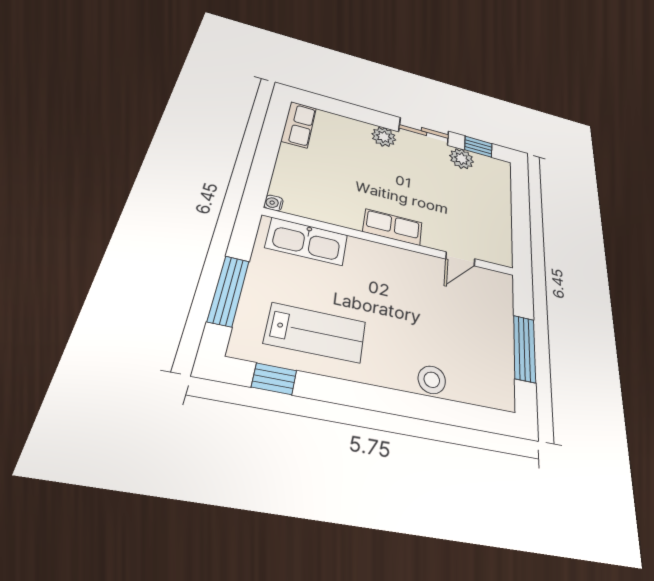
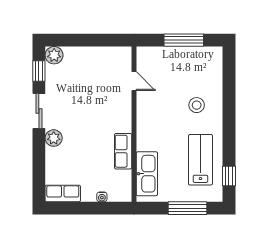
plant: (462, 159) -> (54, 55), moved
water cooler: (274, 203) -> (102, 197), moved
row of seats: (393, 227) -> (123, 151), moved
stool: (432, 380) -> (197, 105), moved

